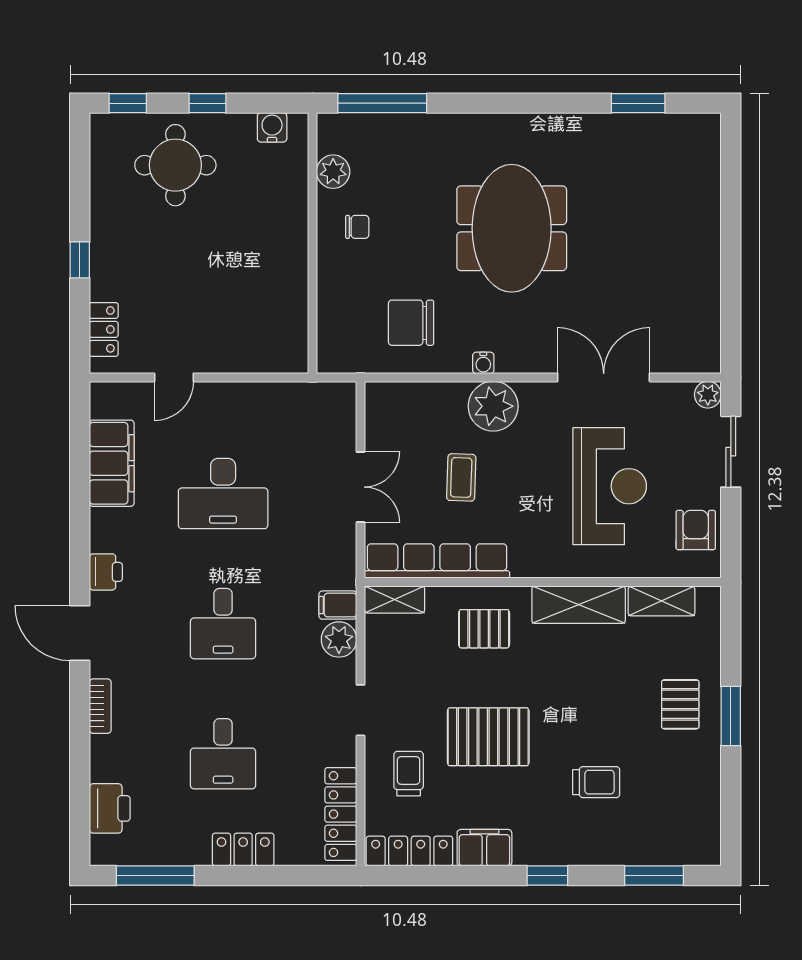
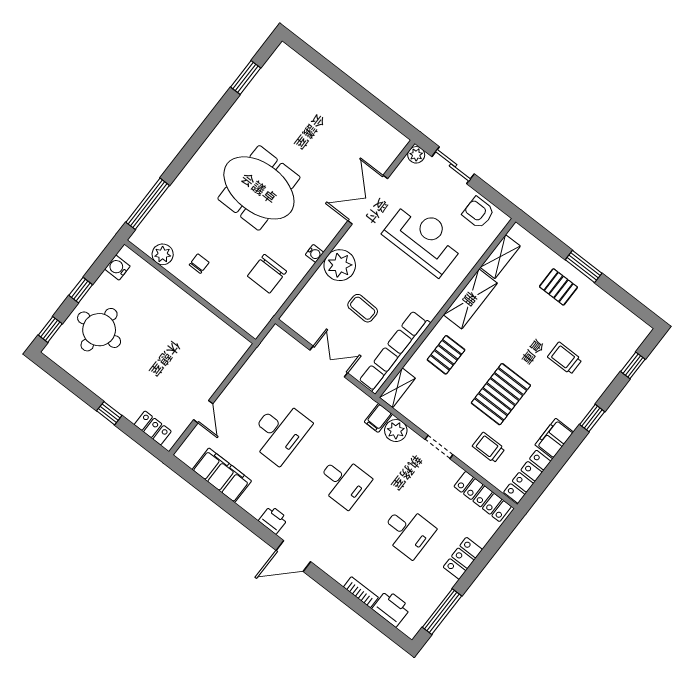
bookcase: (100, 706) -> (361, 592), moved
trolley: (596, 782) -> (565, 358), turned -90
window: (654, 876) -> (633, 365), width x0.67

